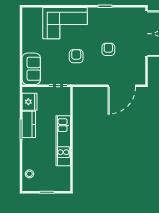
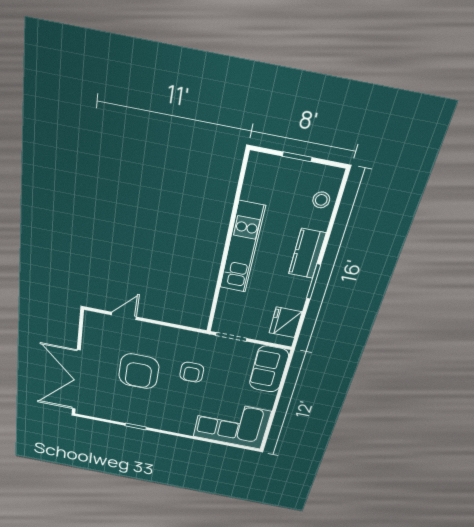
corner sofa: (65, 23) -> (232, 424), moved
armchair: (108, 49) -> (139, 371), width x1.88, depth x1.88
door: (122, 86) -> (124, 316), width x0.53
kitchen counter: (29, 124) -> (307, 253), moved

